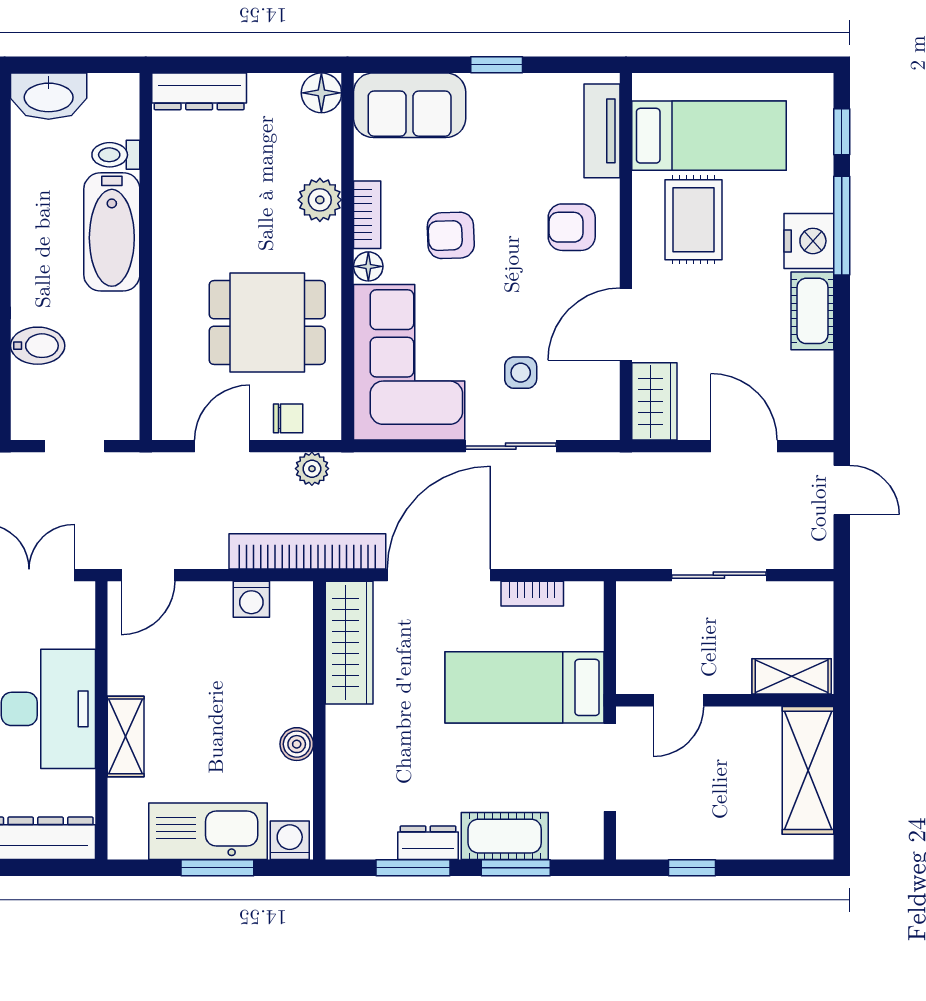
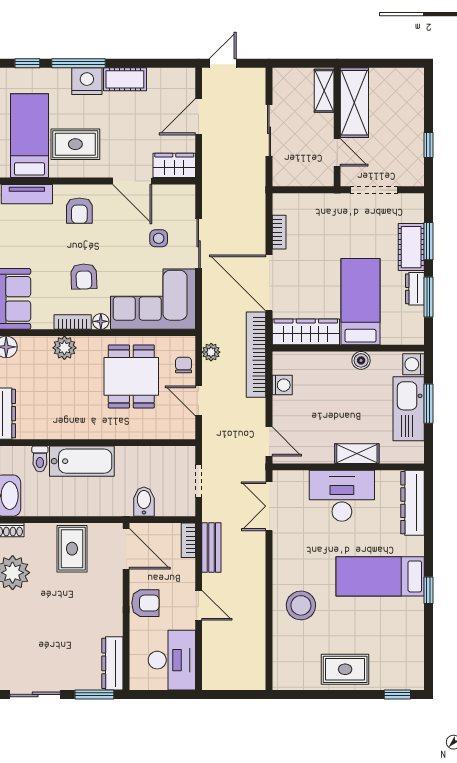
bed: (524, 687) -> (360, 302), moved, turned 180
shelving: (808, 770) -> (354, 103), moved, turned 90

